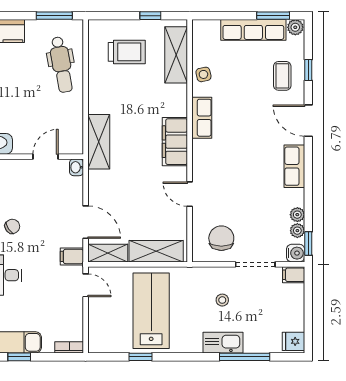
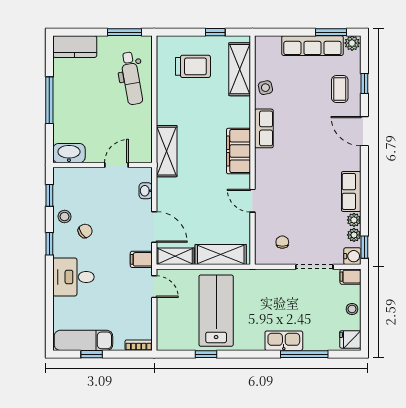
row of seats: (294, 166) -> (351, 191), moved
washbasin: (76, 167) -> (146, 191), moved
chair: (221, 238) -> (282, 242), width x0.54, depth x0.54
stool: (222, 300) -> (352, 309), moved

